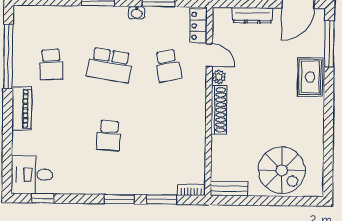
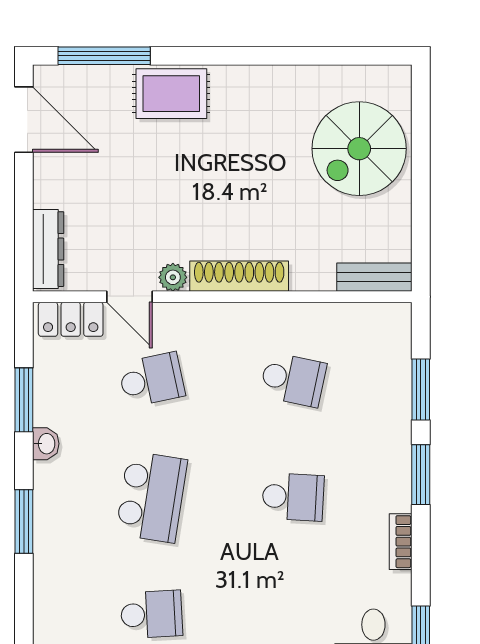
dresser: (252, 15) -> (48, 249), moved
door: (209, 55) -> (129, 297), swing flipped
school desk: (167, 136) -> (293, 380), added
spiral stairs: (282, 170) -> (359, 149), turned 180
bench: (229, 189) -> (374, 277), moved, turned 90
bookcase: (191, 190) -> (401, 542), moved

